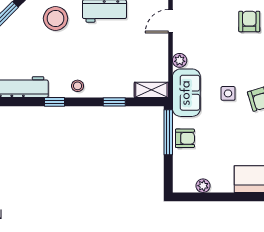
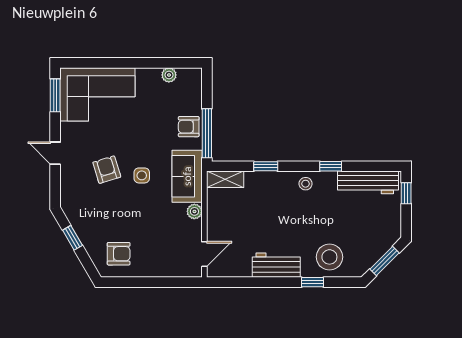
armchair: (249, 21) -> (119, 254), turned -90

